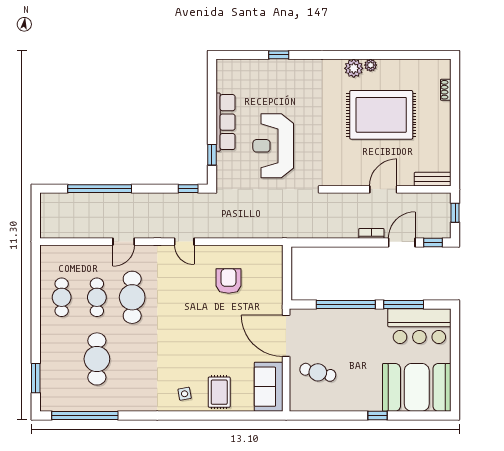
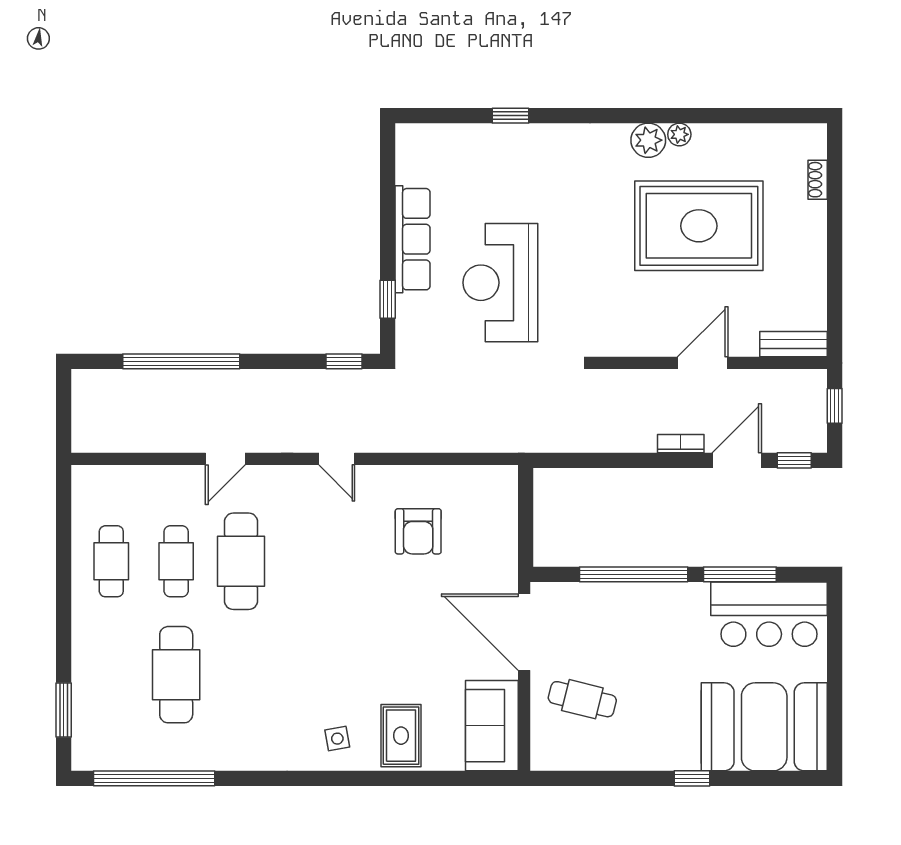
armchair: (229, 281) -> (418, 531), turned 180

